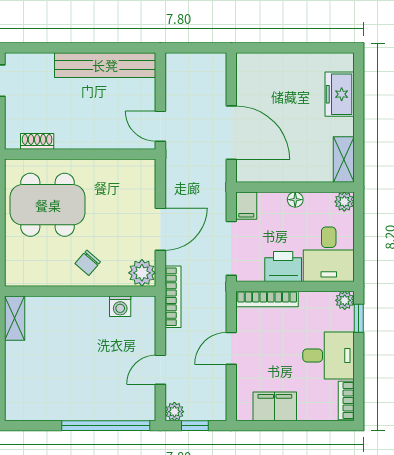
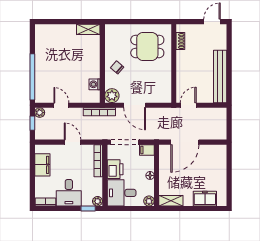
dining table: (48, 205) -> (147, 46), width x0.73

